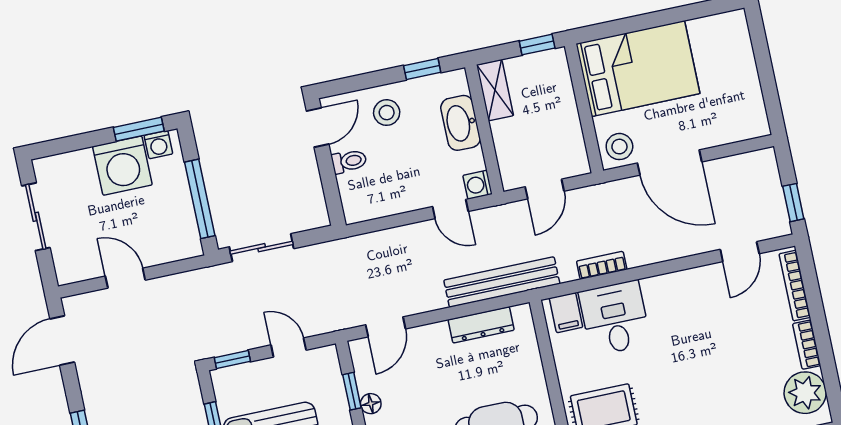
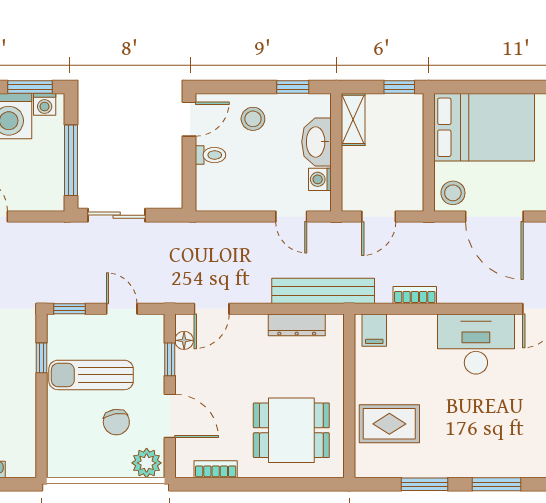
washing machine: (478, 185) -> (320, 179), moved
desk: (615, 318) -> (476, 344), moved, width x1.37
floor lamp: (371, 404) -> (184, 340), moved

